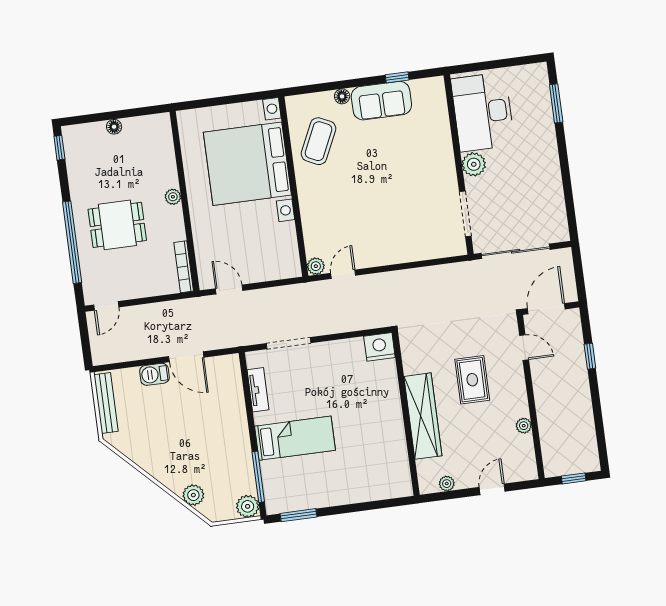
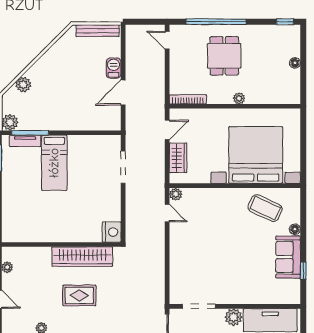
wardrobe: (265, 270) -> (178, 158), added
tv unit: (258, 390) -> (25, 141), moved
wardrobe: (423, 416) -> (82, 257), moved

